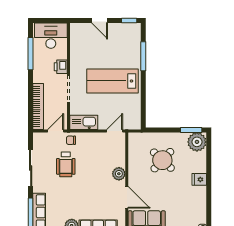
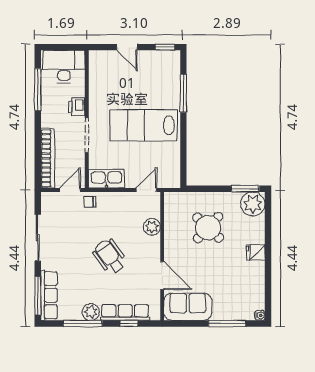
wheelchair: (66, 164) -> (110, 257), moved, turned 144
plant: (119, 174) -> (152, 227), moved

